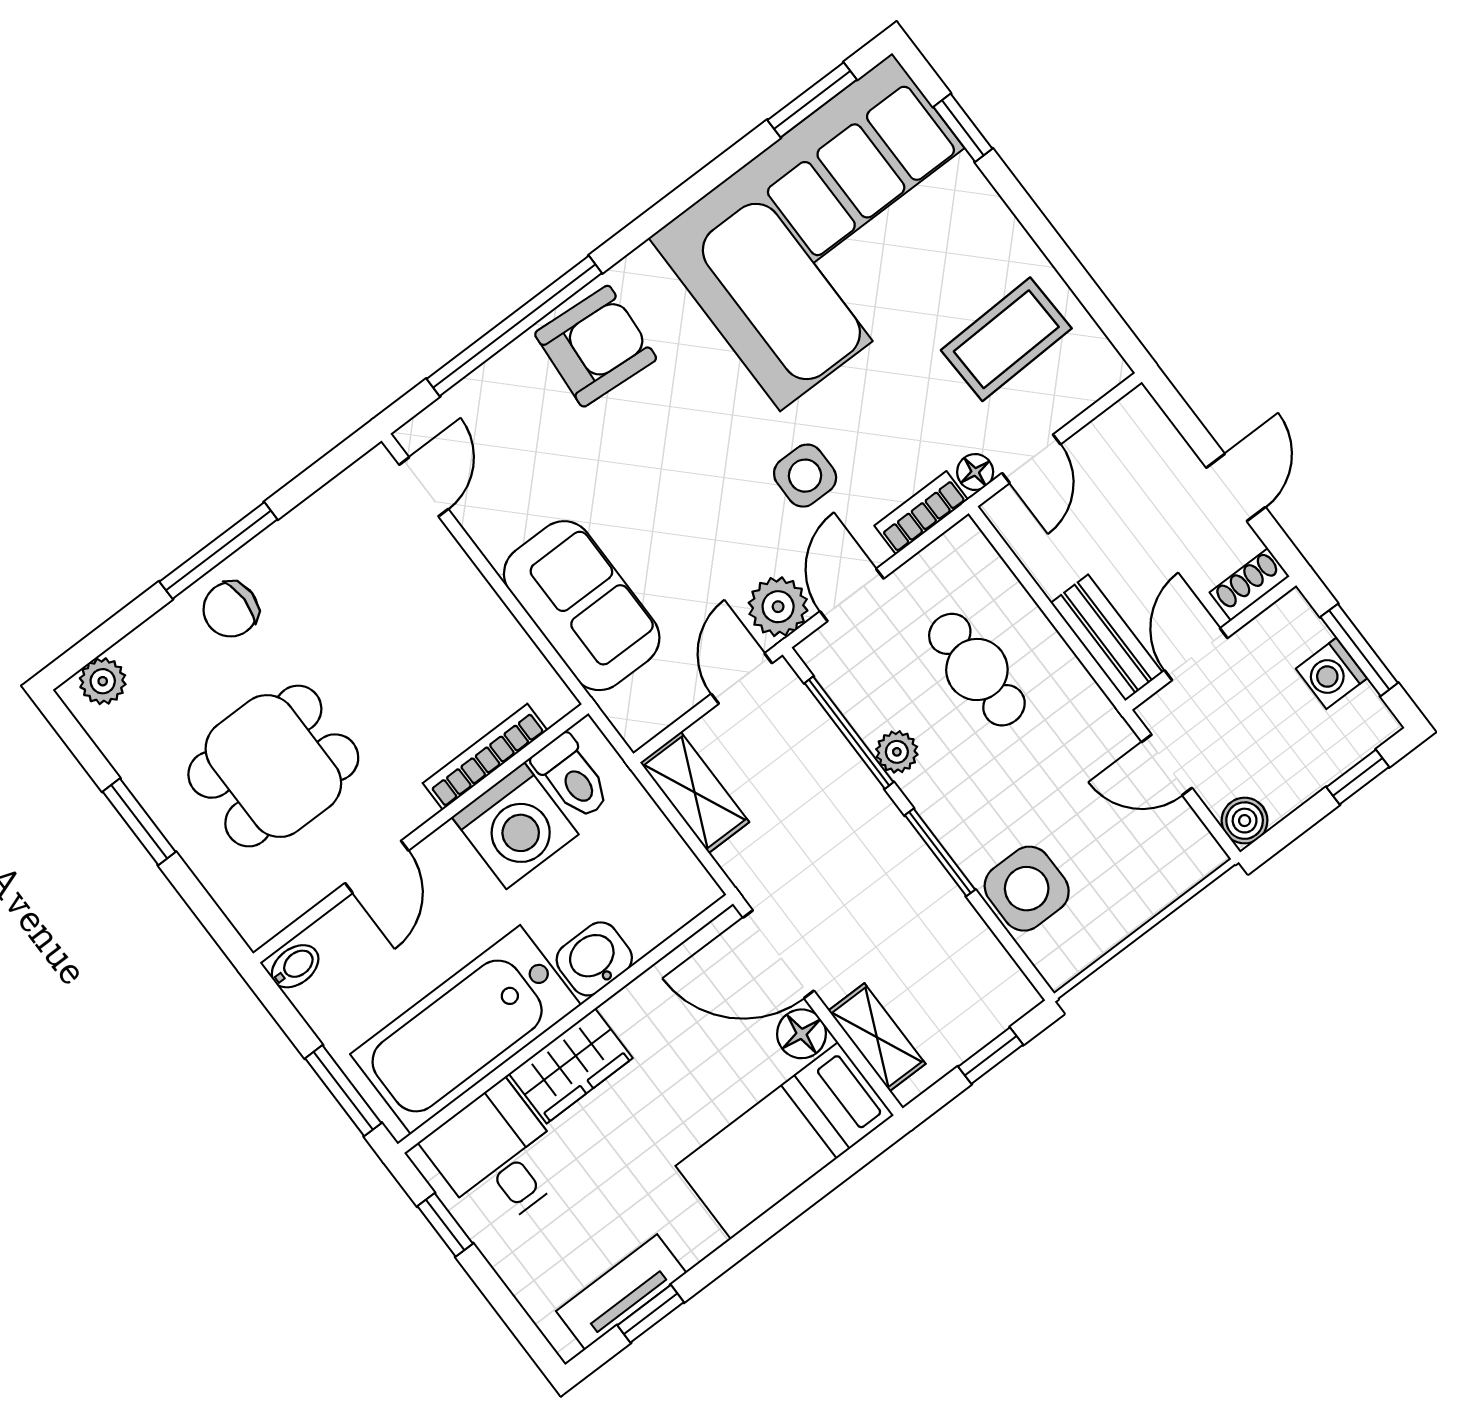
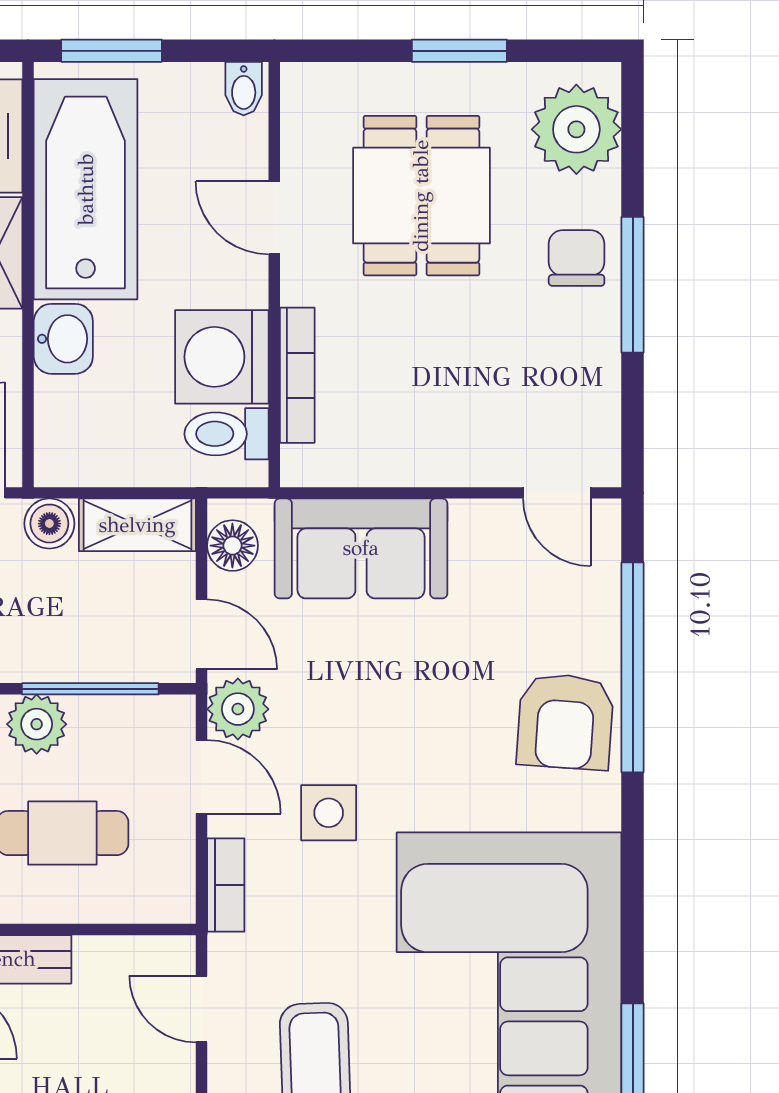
floor lamp: (975, 472) -> (232, 546), moved, width x1.37, depth x1.37
plant: (103, 681) -> (576, 129), width x1.87, depth x1.87
plant: (897, 752) -> (37, 724), width x1.38, depth x1.38
boiler: (745, 861) -> (49, 524), added

